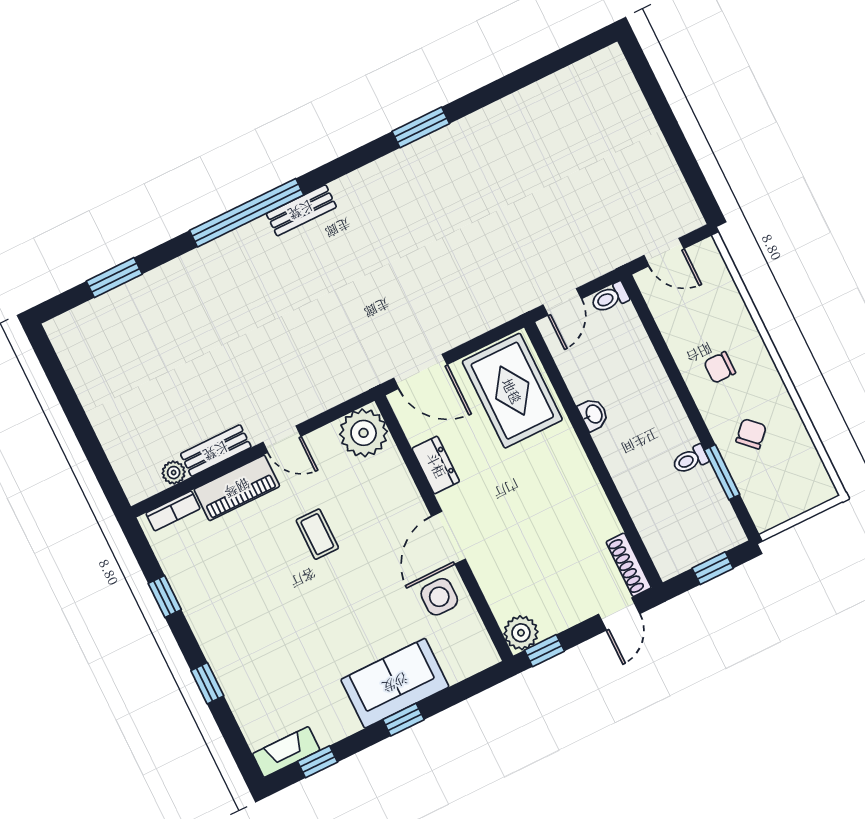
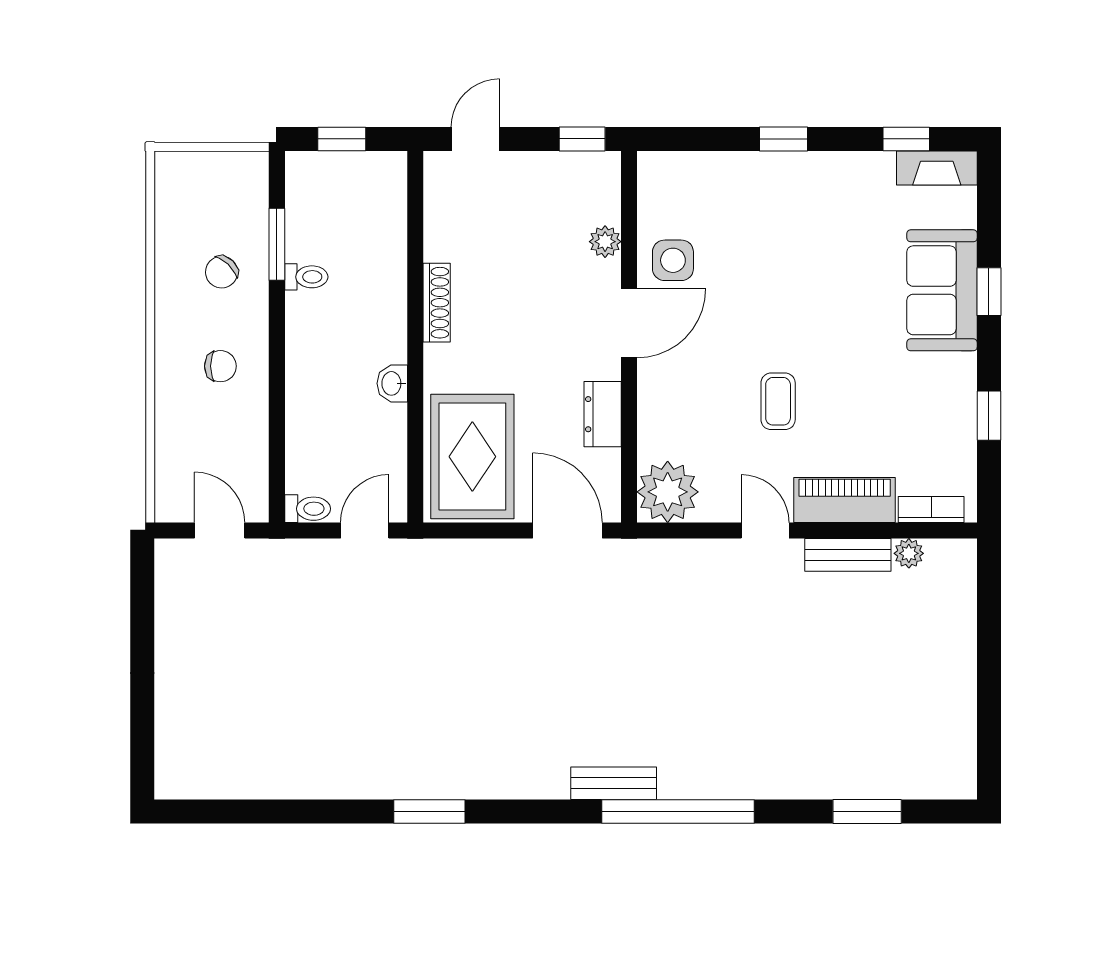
shoe rack: (629, 565) -> (437, 303), moved
plant: (521, 633) -> (605, 242), moved, width x0.73, depth x0.73
sofa: (395, 683) -> (942, 290), moved, turned 90

